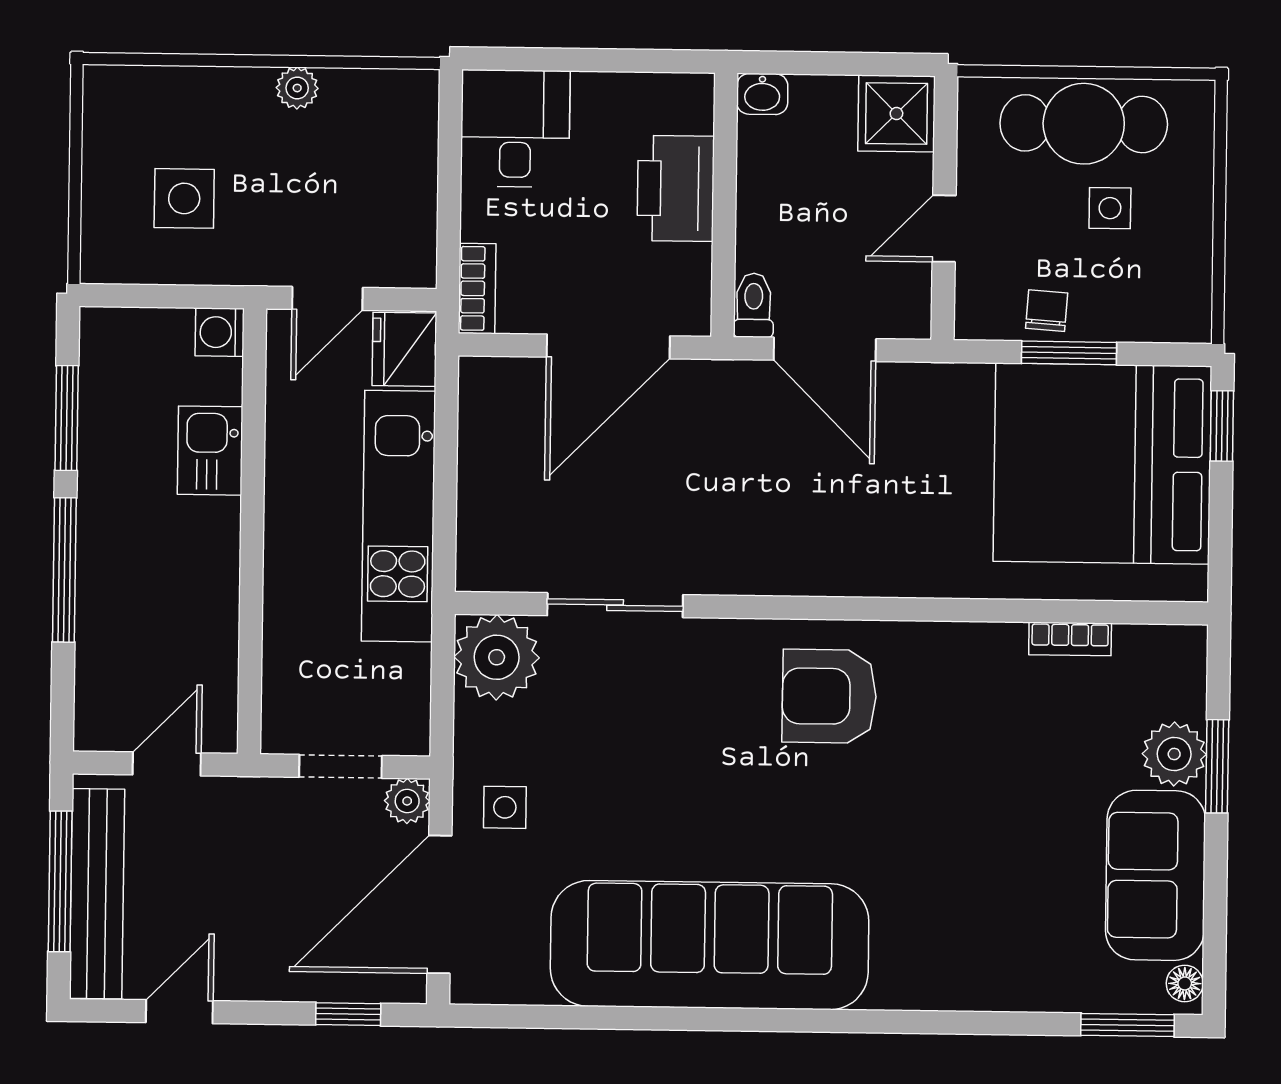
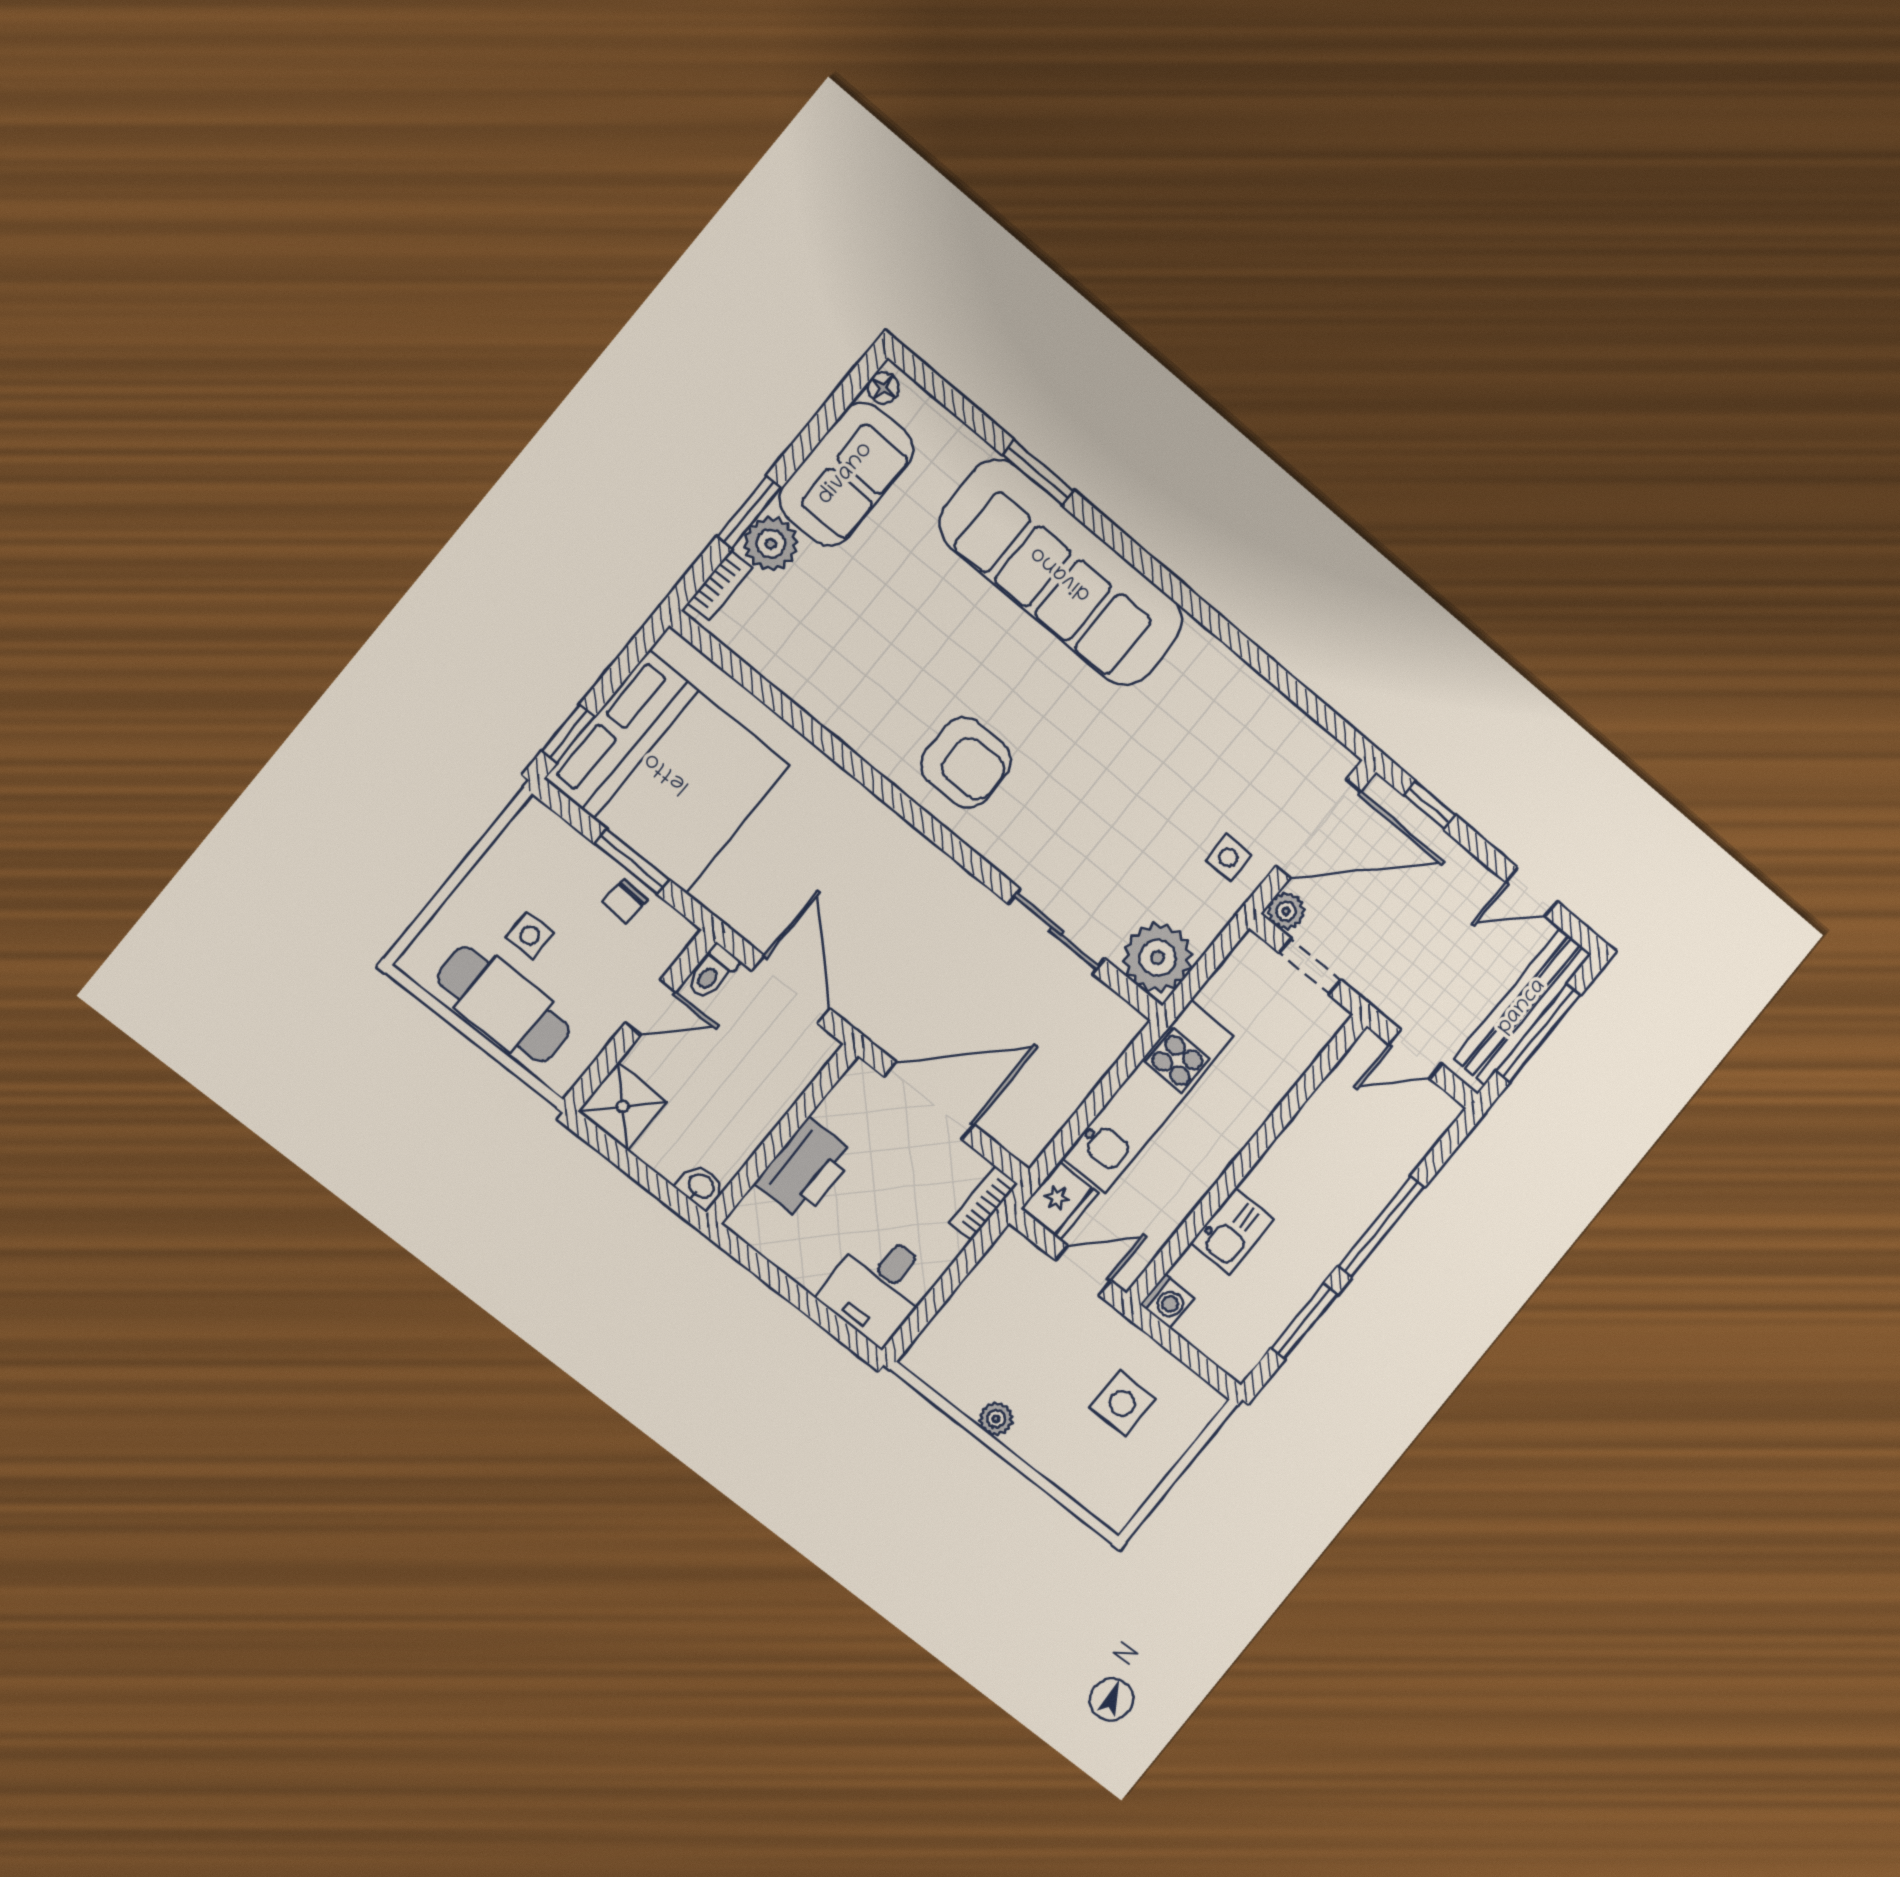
toilet: (754, 305) -> (712, 972), moved
bookcase: (1070, 639) -> (719, 586), moved, turned 90
sofa: (710, 945) -> (1061, 573), moved
window: (1127, 1025) -> (1038, 473), moved

